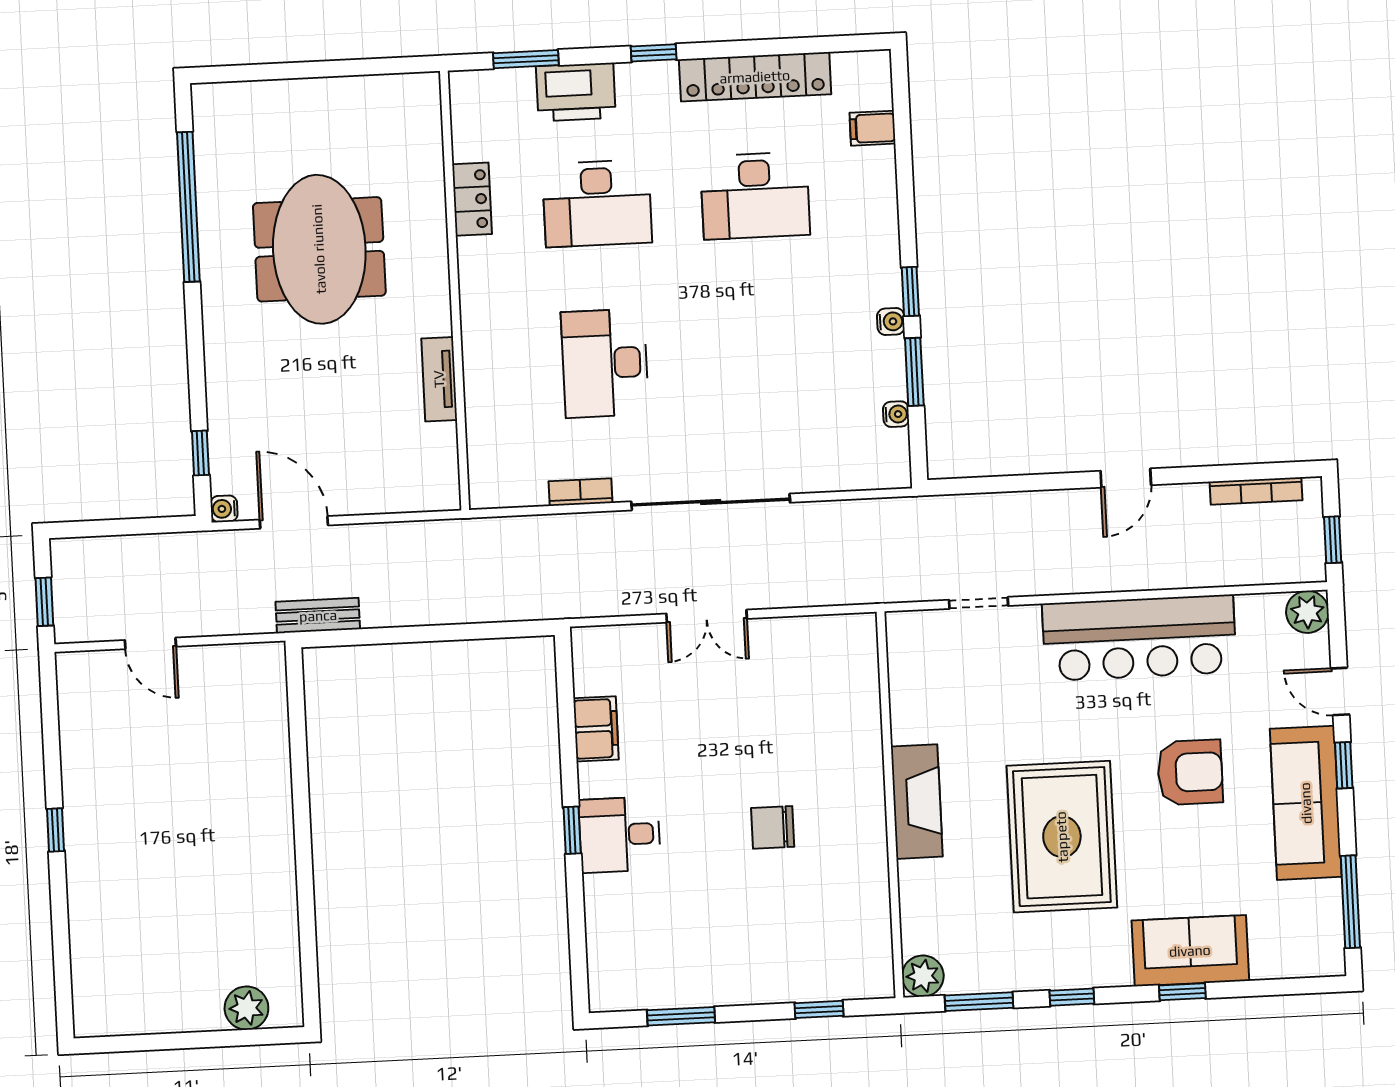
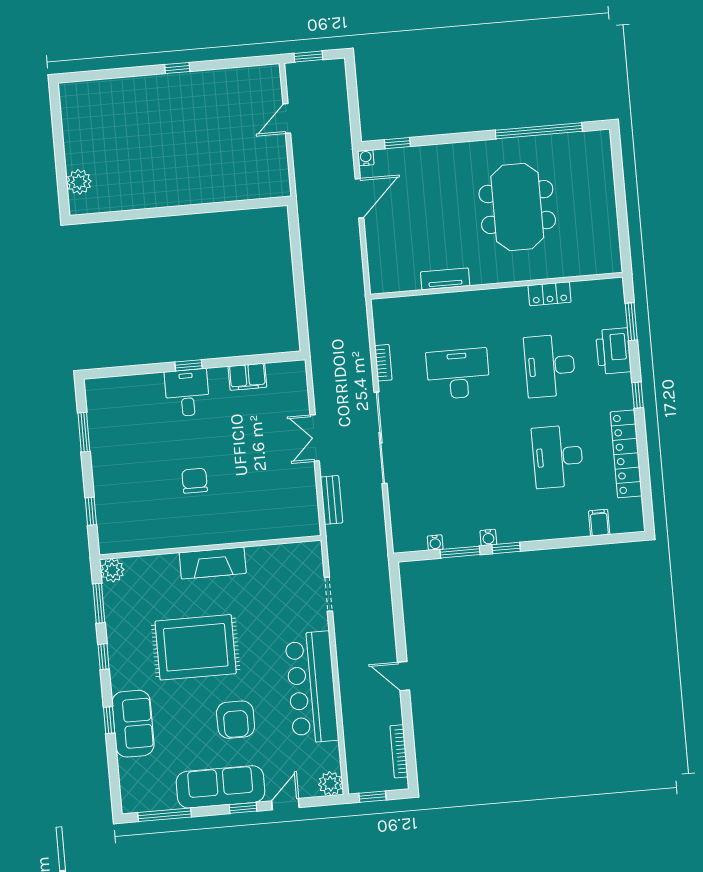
meeting table: (319, 249) -> (517, 207), turned 90
bench: (318, 616) -> (331, 500), moved

